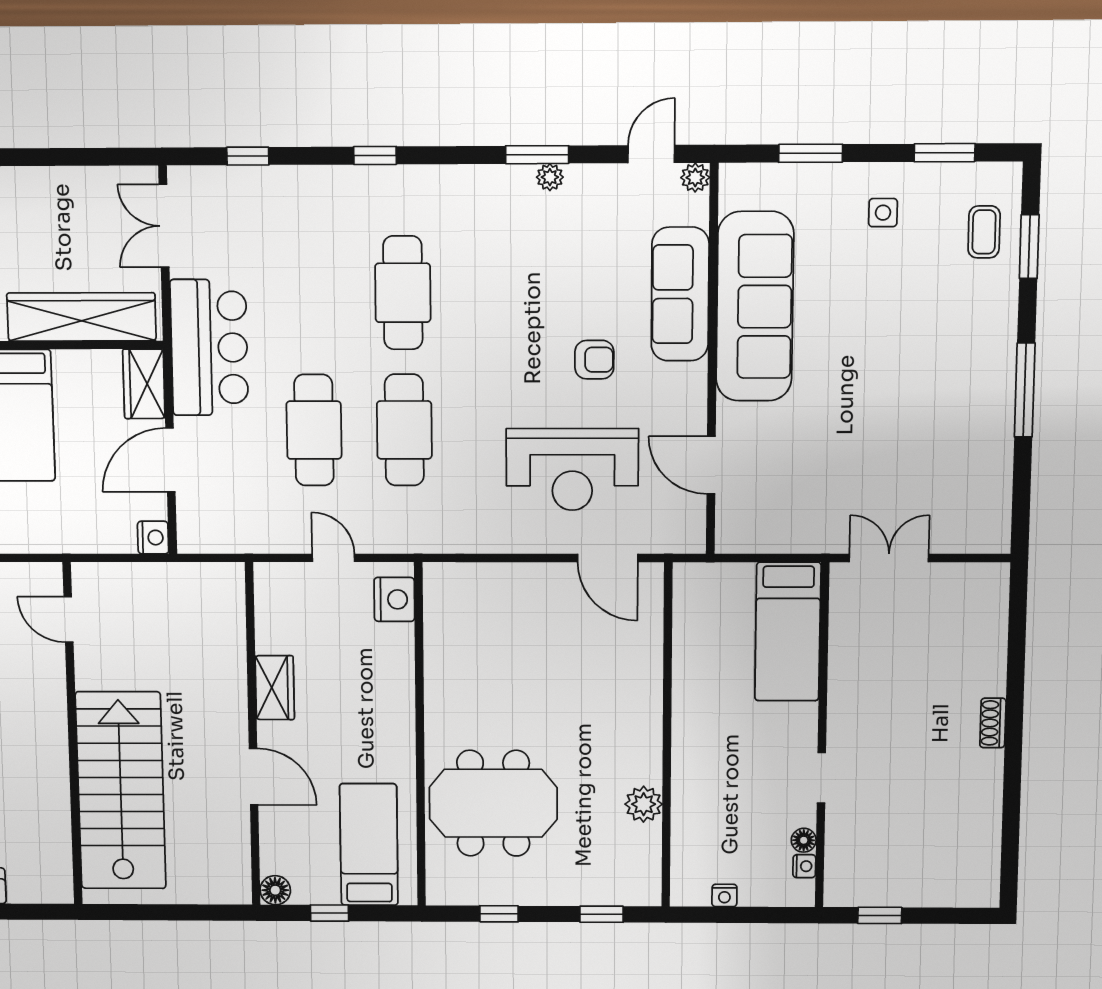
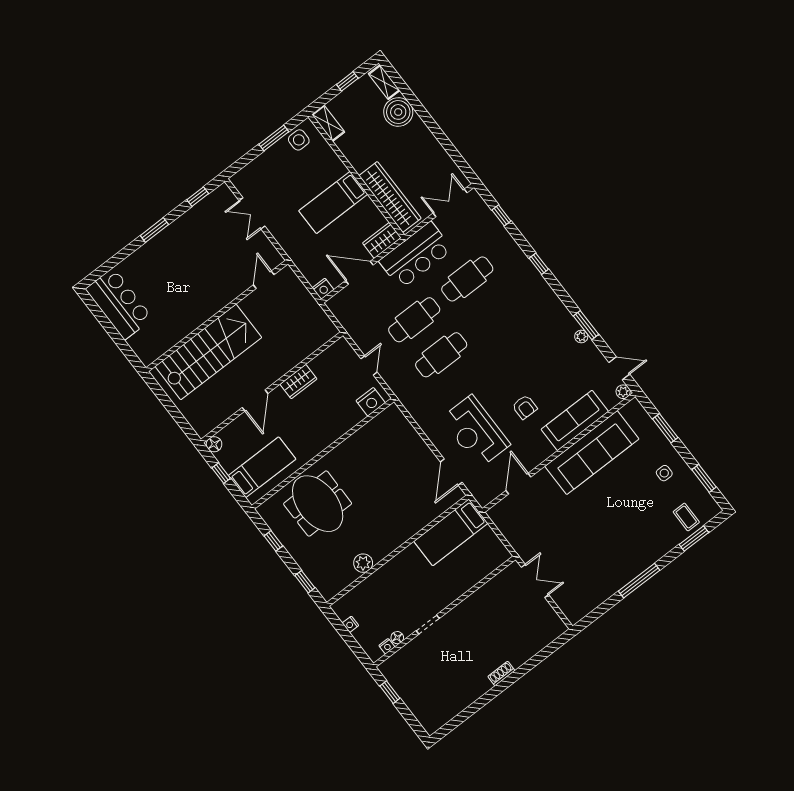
coffee table: (984, 232) -> (686, 517), turned 90
cafe table: (403, 293) -> (467, 279), moved
bed: (788, 632) -> (451, 532), moved

